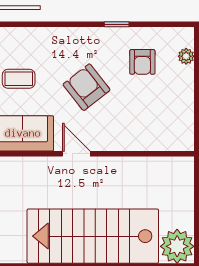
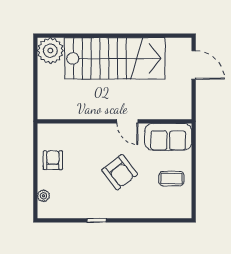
armchair: (142, 62) -> (53, 160), moved

